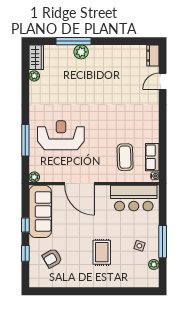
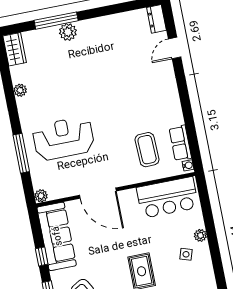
plant: (34, 76) -> (20, 90), moved
window: (163, 242) -> (213, 244), removed
plant: (154, 264) -> (200, 235), moved

